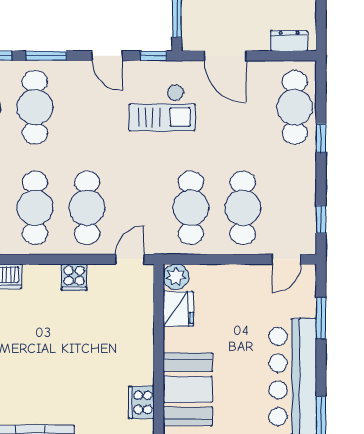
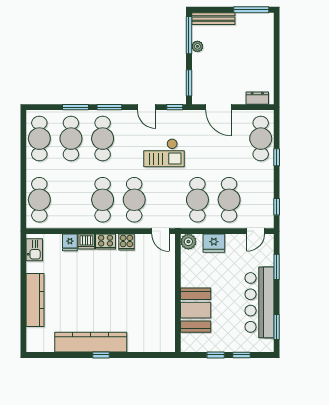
checkout: (162, 108) -> (164, 153), moved
door: (130, 259) -> (160, 231), swing flipped
fridge: (178, 309) -> (214, 243), moved, turned 90
cooker: (141, 402) -> (106, 242), moved, turned -90

